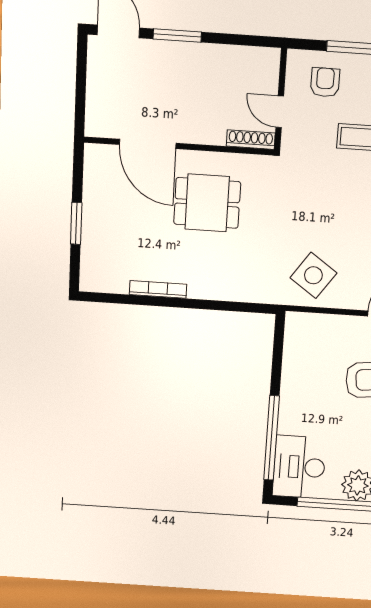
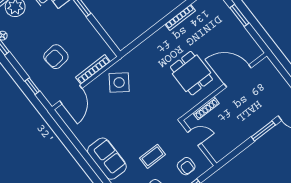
shoe rack: (251, 140) -> (206, 108), moved
dining table: (207, 203) -> (191, 73), turned 90
bookcase: (332, 322) -> (93, 69), added

